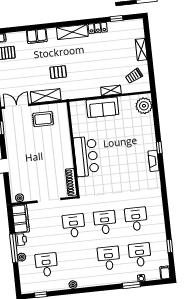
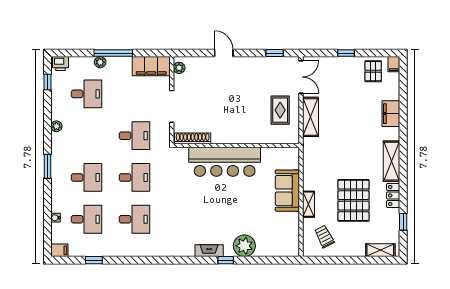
shelving: (141, 50) -> (380, 250), moved
pallet: (58, 72) -> (354, 200), moved, width x2.05, depth x2.00
plant: (144, 106) -> (244, 246), moved
bar counter: (86, 156) -> (225, 162), width x1.36
printer: (21, 240) -> (61, 64), moved
window: (131, 285) -> (48, 166), moved

